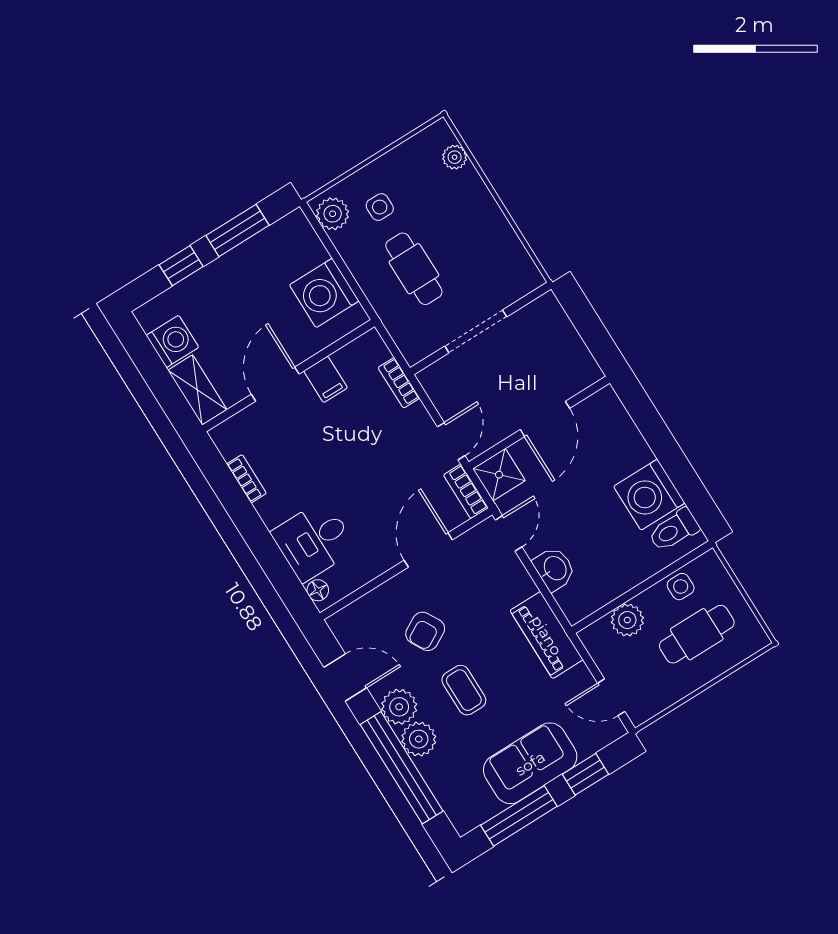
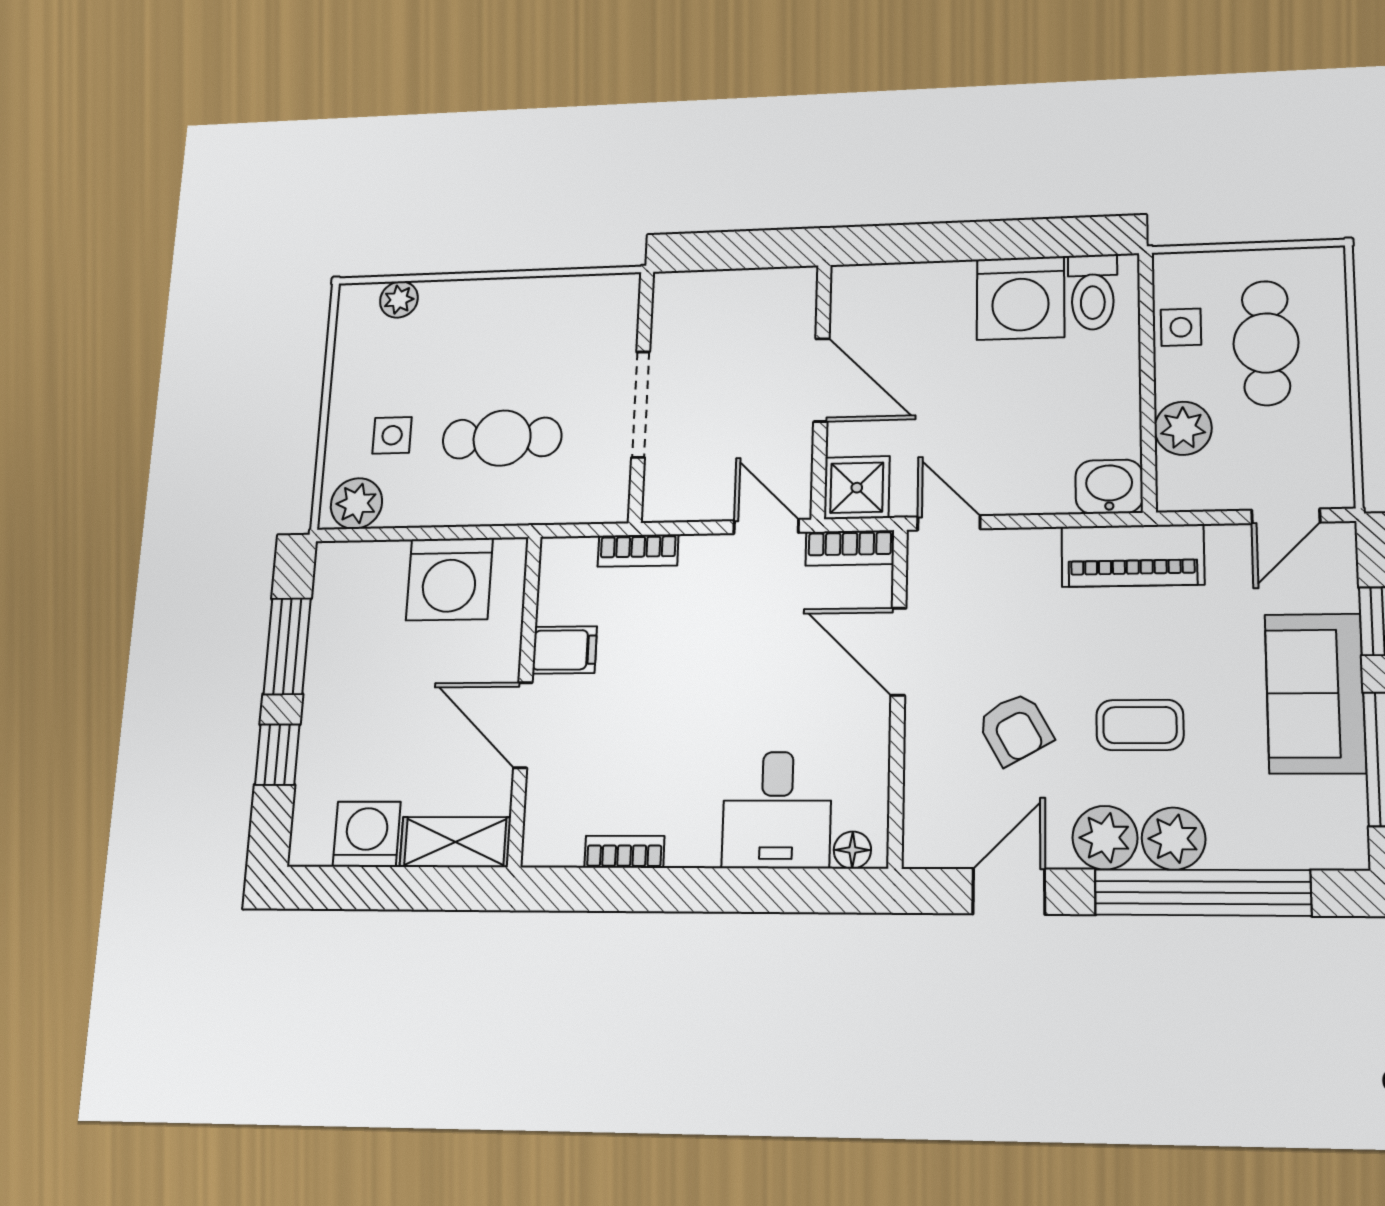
washbasin: (554, 569) -> (1109, 487), moved

